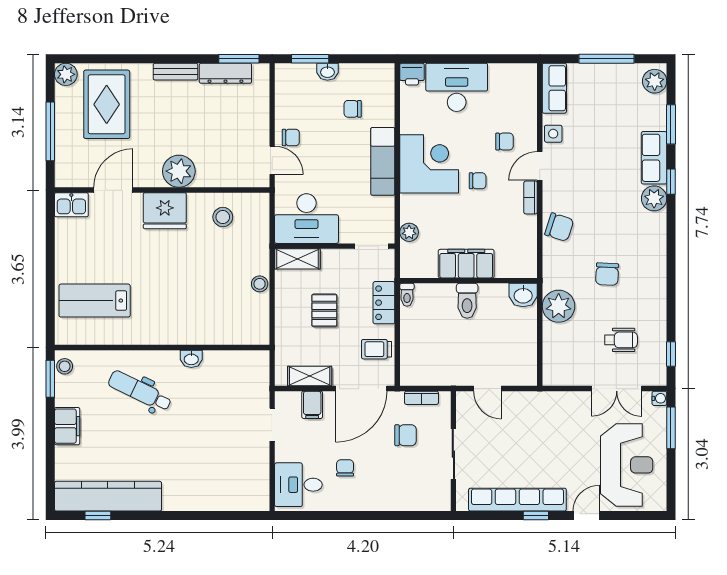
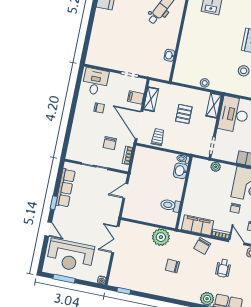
filing cabinet: (466, 264) -> (198, 225), moved, turned -90
washbasin: (523, 295) -> (181, 171), moved
toilet: (467, 301) -> (170, 205), moved
locker: (384, 303) -> (181, 146), removed
pallet: (324, 310) -> (184, 114), turned 90
wheelchair: (621, 340) -> (223, 268), moved
washbasin: (191, 359) -> (169, 55), moved
double door: (617, 389) -> (115, 240), moved
window: (671, 428) -> (64, 279), moved
row of seats: (517, 500) -> (65, 188), width x0.73

